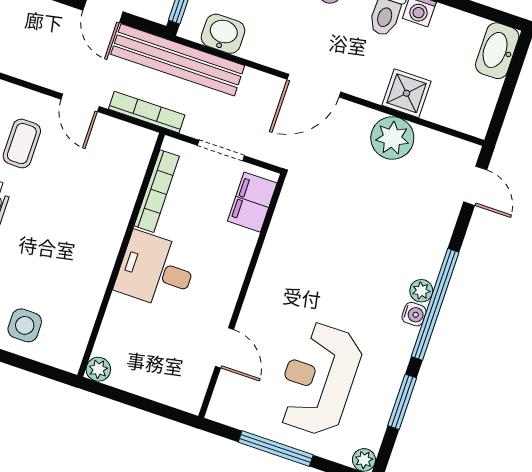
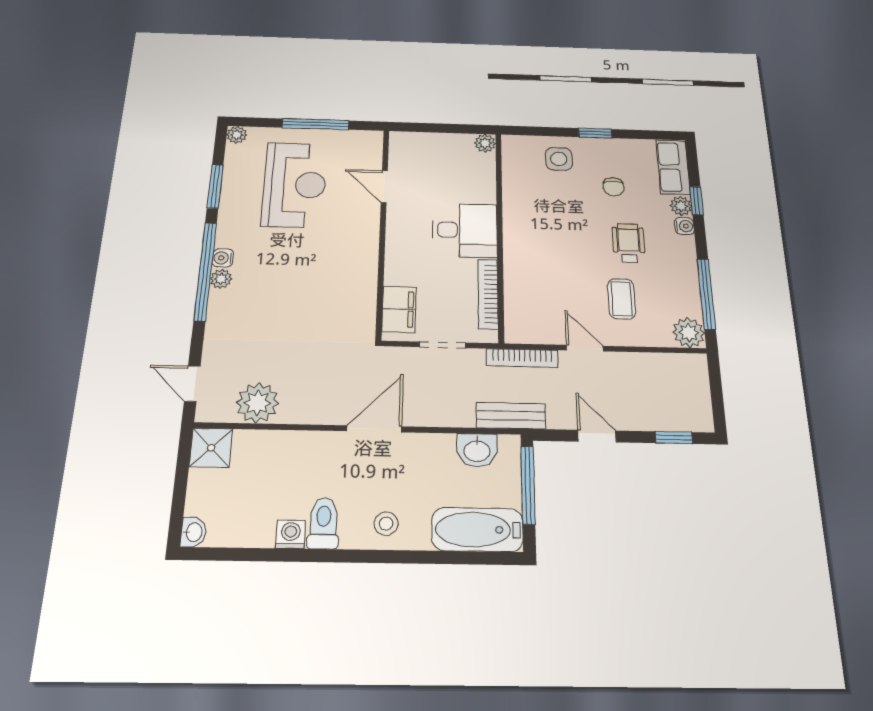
washbasin: (497, 51) -> (194, 532), width x0.52, depth x0.69
bench: (178, 60) -> (511, 416), width x0.54, depth x0.82
shower: (407, 93) -> (211, 448), moved
plant: (392, 138) -> (258, 403), moved

